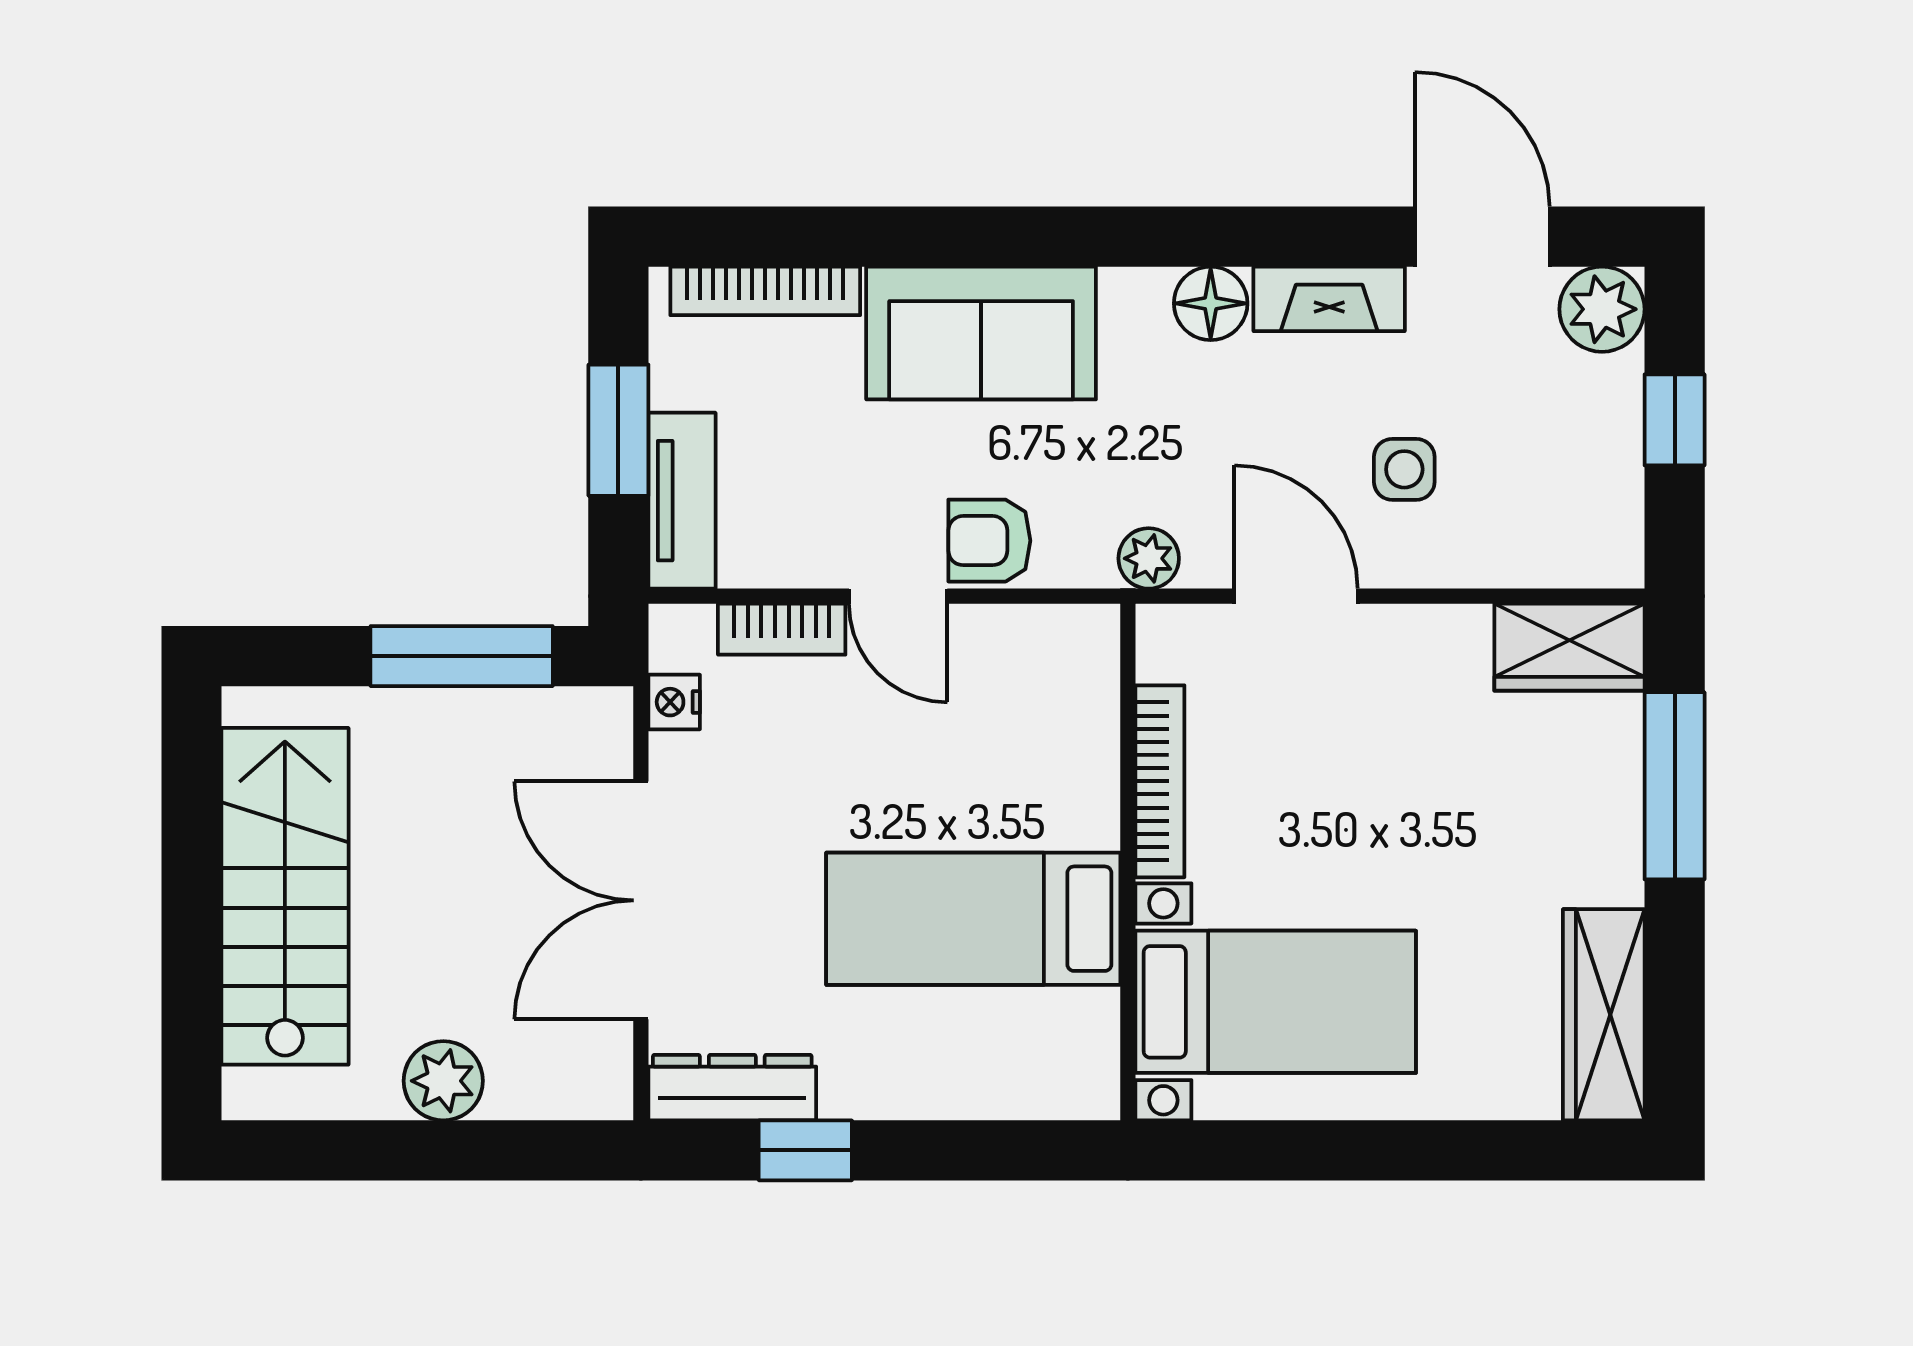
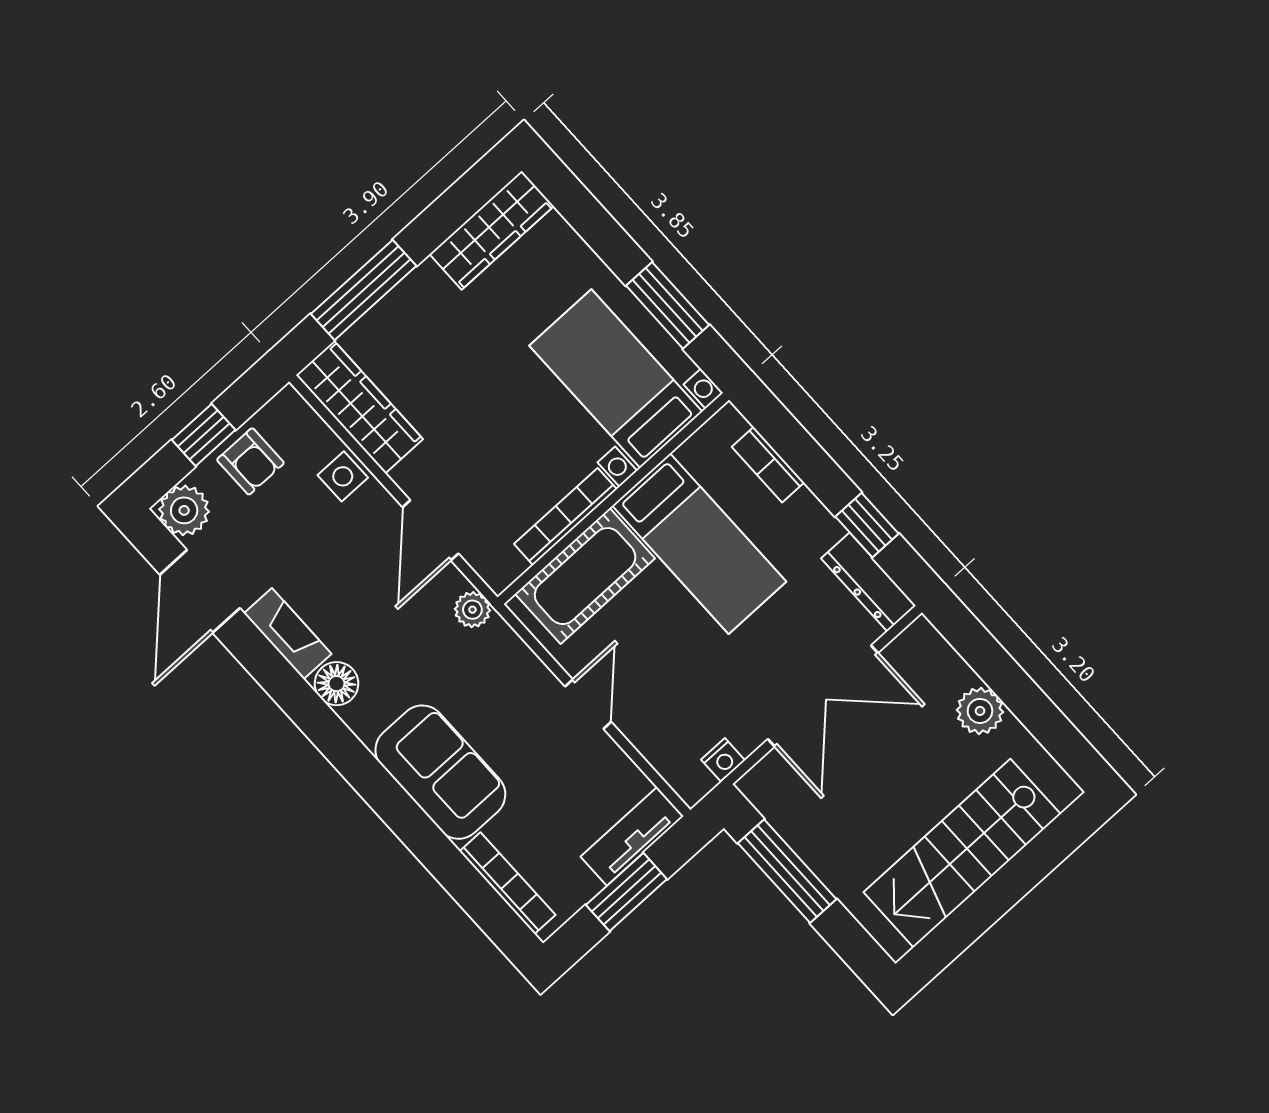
side table: (1404, 469) -> (343, 476), moved
armchair: (989, 541) -> (250, 461), moved
bookcase: (782, 629) -> (768, 465), moved, turned 180
wardrobe: (1569, 647) -> (359, 407), width x1.50
cot: (1063, 738) -> (585, 576), added
window: (1309, 1150) -> (668, 305), added

